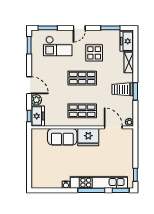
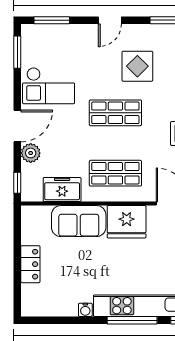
checkout: (58, 46) -> (49, 86), moved
door: (29, 85) -> (17, 126), hinge flipped
freezer: (38, 116) -> (62, 189), moved, turned -90
locker: (36, 160) -> (30, 264), added

